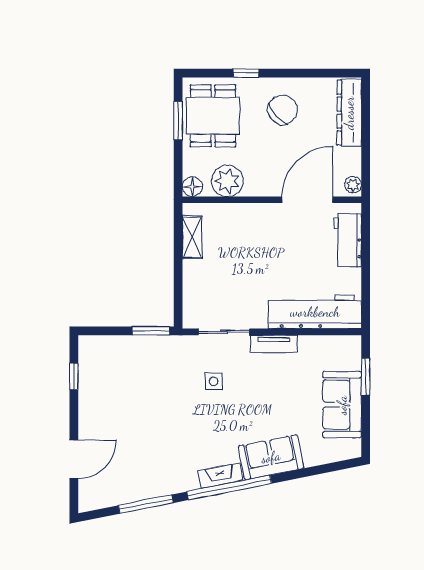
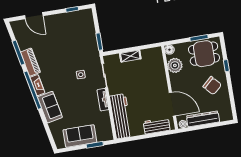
dresser: (349, 113) -> (203, 119), moved
shelving: (192, 237) -> (130, 56), moved
piano: (170, 482) -> (30, 62), added

